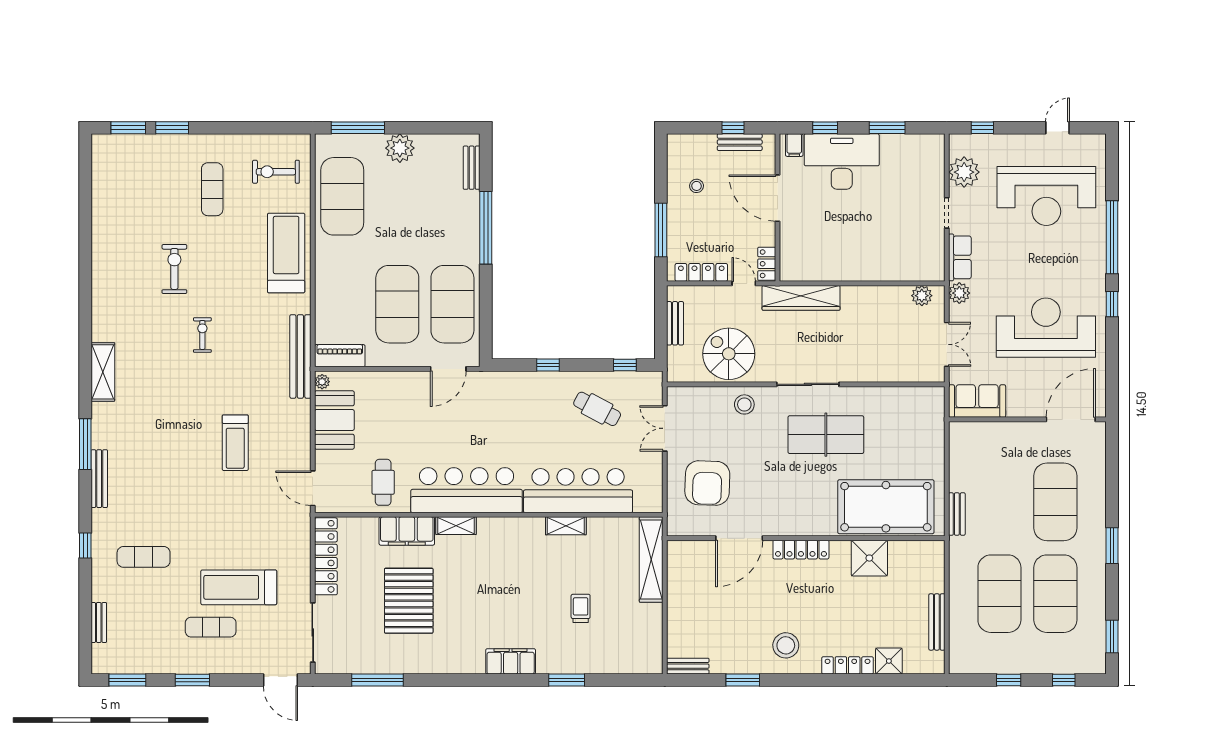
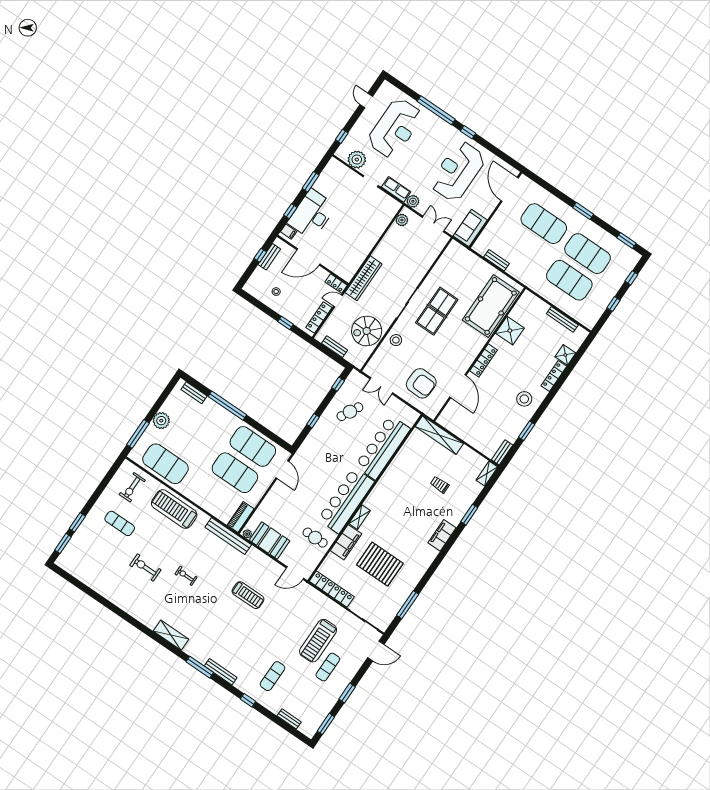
window: (661, 230) -> (286, 323), width x0.46
bench: (957, 514) -> (497, 260), moved
shelving: (566, 526) -> (487, 474), moved

